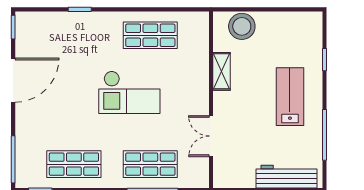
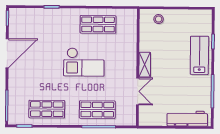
stool: (242, 26) -> (159, 19), width x0.53, depth x0.53
shelving: (222, 71) -> (145, 65), moved
lab bench: (290, 97) -> (199, 55), moved
double door: (211, 136) -> (138, 91), swing flipped

